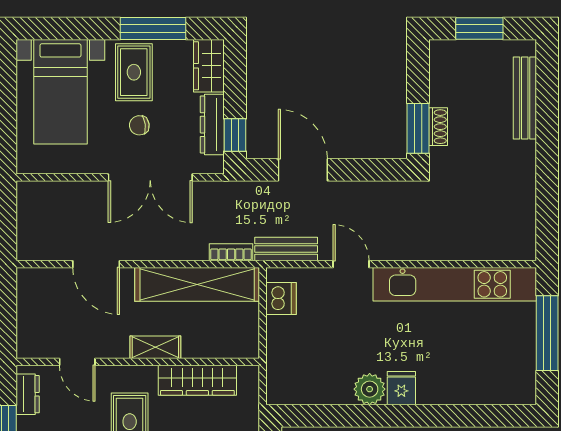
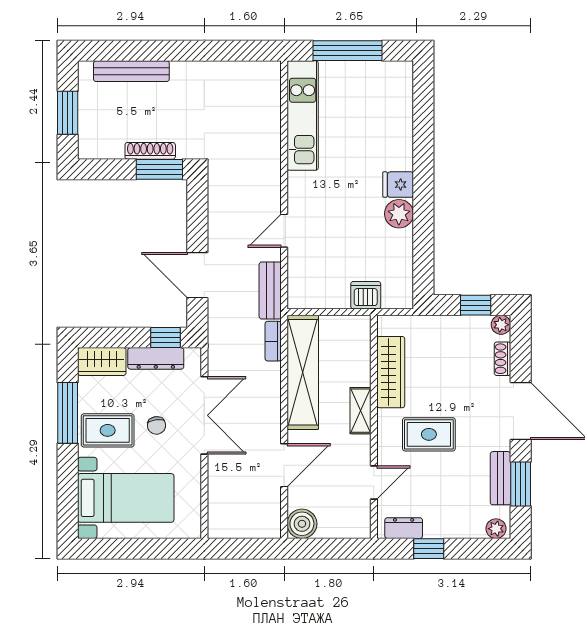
shoe rack: (438, 127) -> (150, 151), width x1.43
door: (303, 170) -> (197, 275), hinge flipped
boiler: (32, 284) -> (302, 524), added
kitchen unit: (455, 284) -> (303, 116), width x0.73
dishwasher: (281, 298) -> (366, 295), moved

